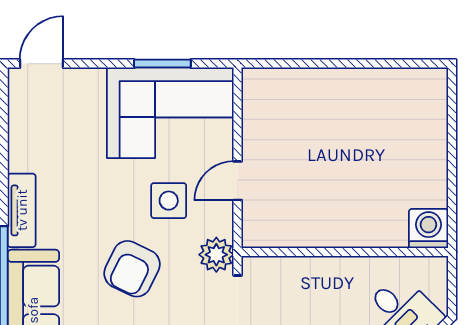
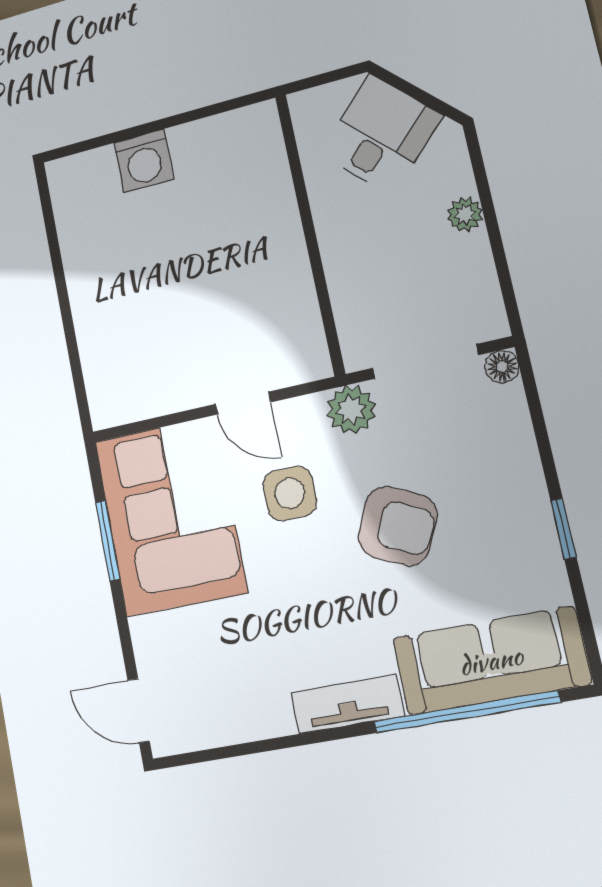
washing machine: (428, 229) -> (144, 161), moved, turned -90

